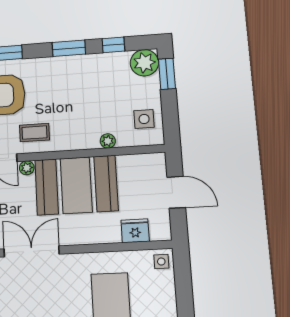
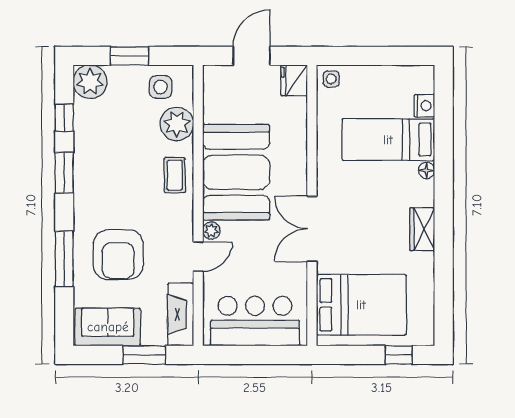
window: (167, 74) -> (129, 56), moved
coffee table: (34, 133) -> (175, 175), moved
plant: (108, 141) -> (177, 124), width x1.87, depth x1.87
fridge: (135, 231) -> (294, 80), moved

